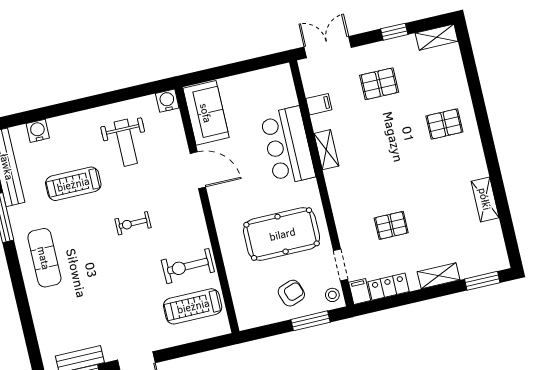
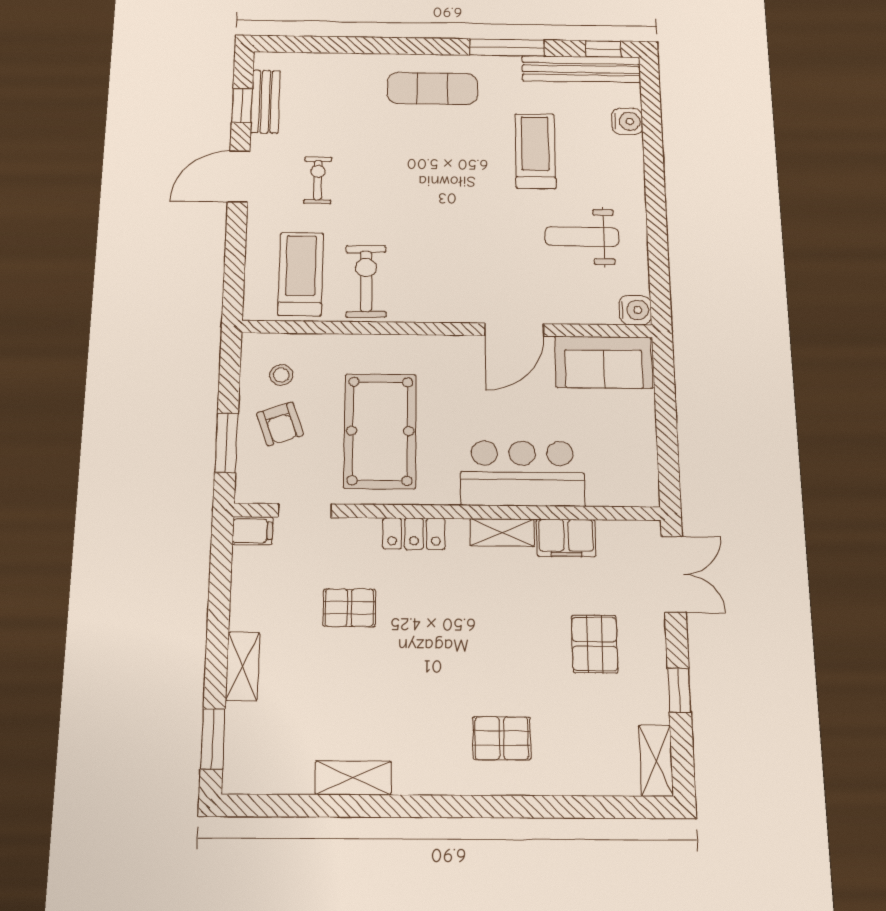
filing cabinet: (319, 104) -> (566, 538), width x2.00
pallet: (444, 124) -> (502, 738), turned 90
exercise bike: (133, 223) -> (318, 180), moved
pallet: (391, 225) -> (349, 608), turned 90
locker: (389, 287) -> (414, 534), moved, turned 90
stool: (332, 295) -> (281, 375), moved

